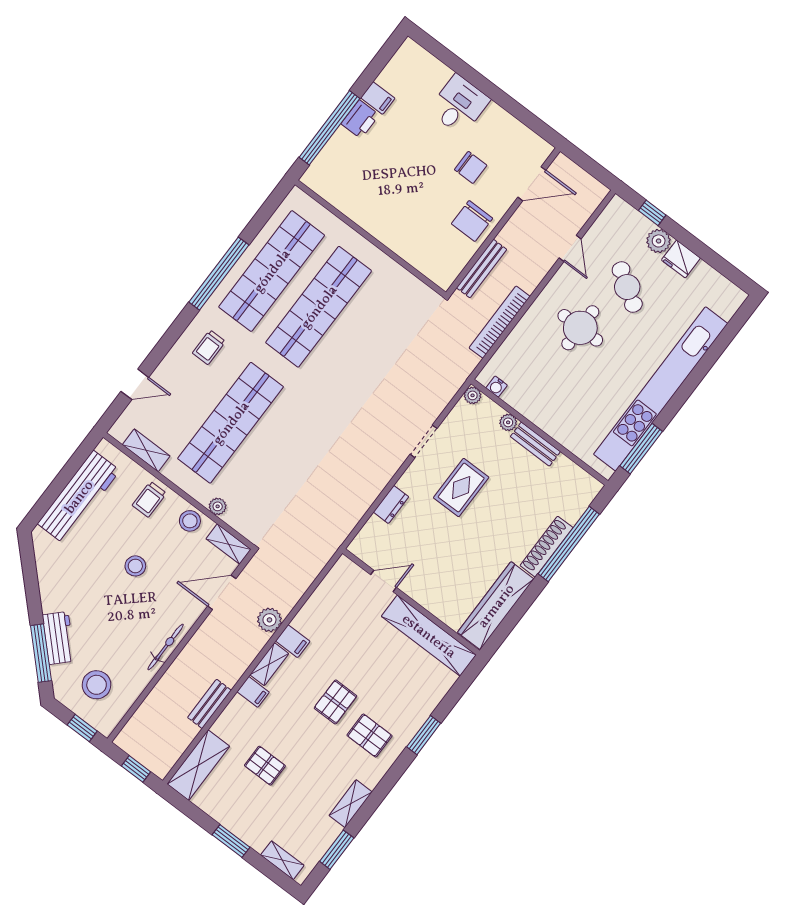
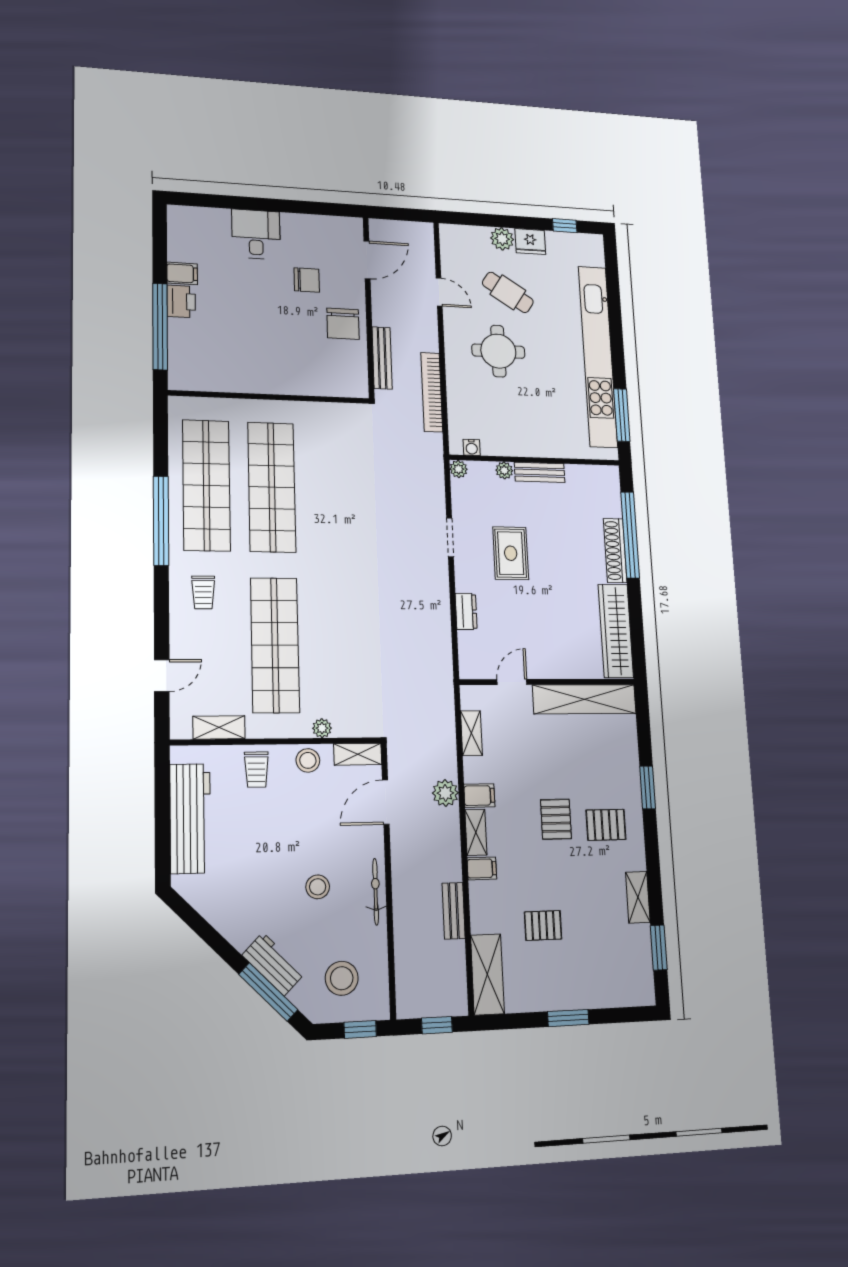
window: (652, 213) -> (565, 226), moved
stool: (135, 566) -> (318, 887), moved
shelving: (282, 860) -> (471, 733), moved, turned 90

